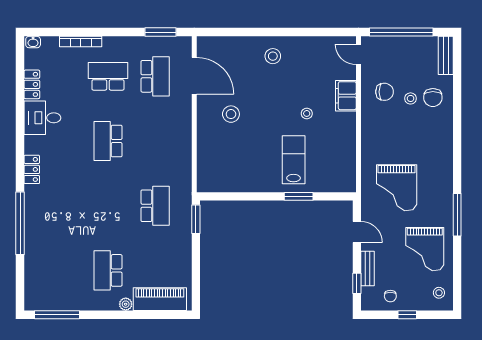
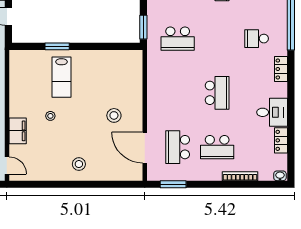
school desk: (61, 206) -> (257, 39), added
school desk: (155, 206) -> (178, 39), turned -90

